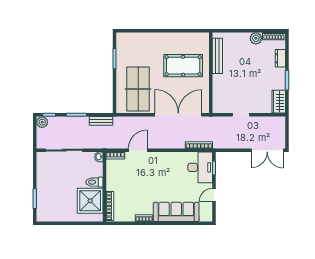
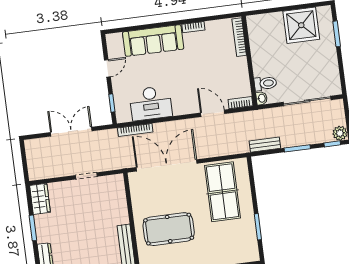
double door: (178, 115) -> (167, 165), swing flipped
door: (138, 150) -> (213, 113), swing flipped
double door: (267, 150) -> (71, 132), moved
desk: (200, 167) -> (151, 103), moved, turned -90
toilet: (94, 182) -> (265, 83), moved
shower: (90, 201) -> (301, 25), moved

